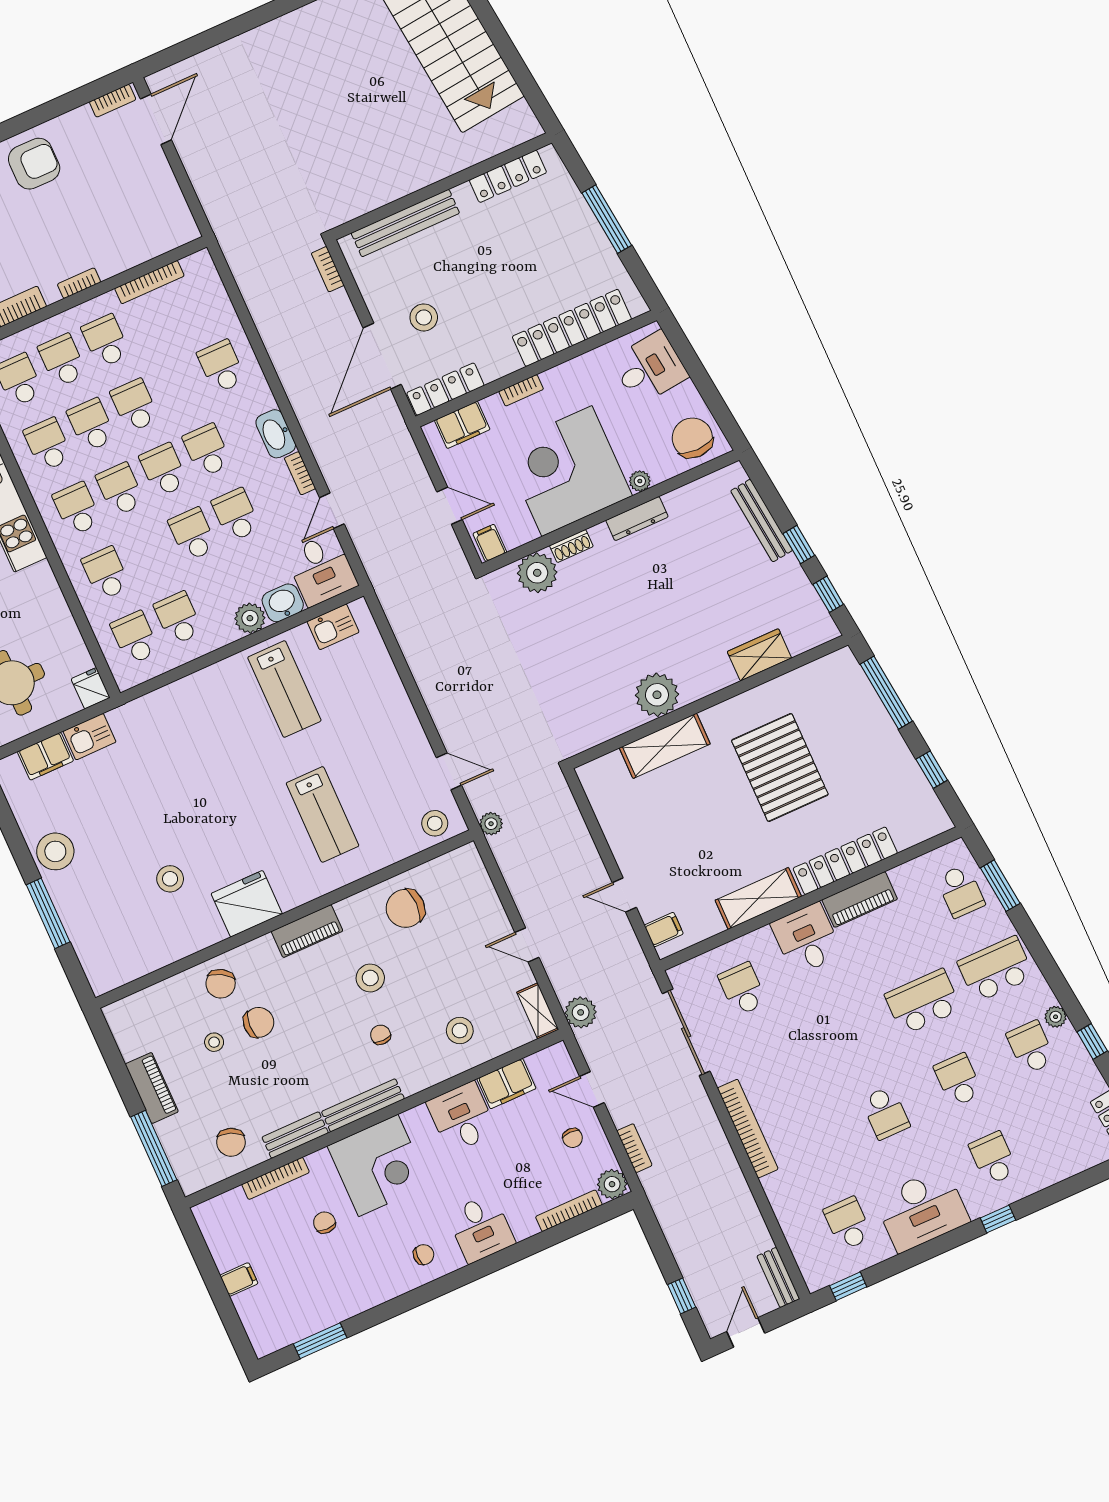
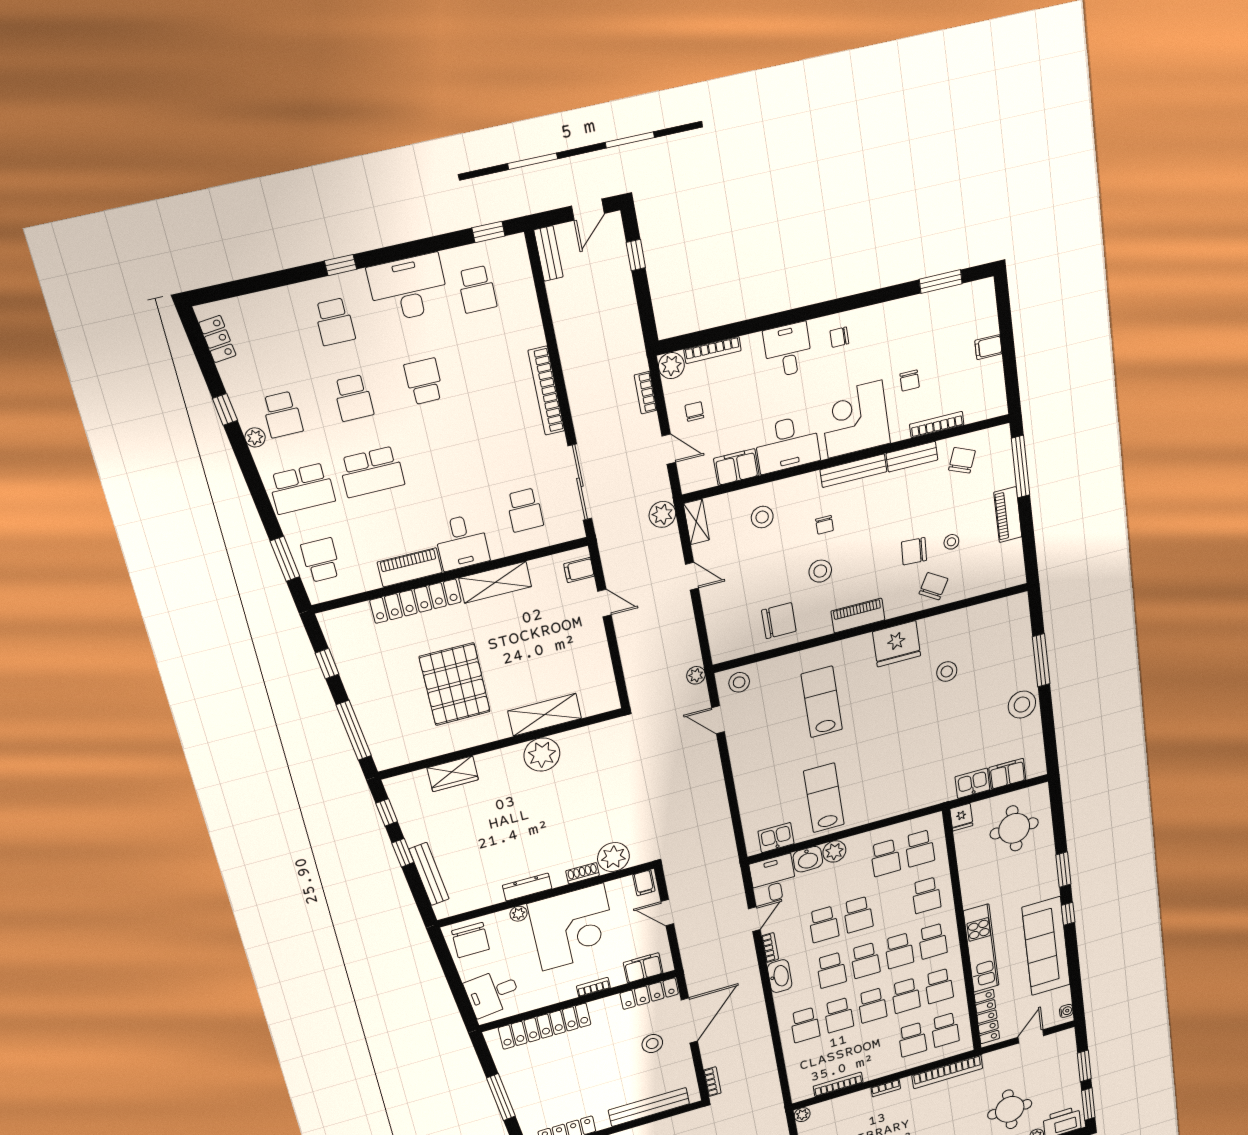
plant: (188, 231) -> (802, 1115), added
school desk: (106, 341) -> (839, 1015), moved
desk: (462, 1117) -> (787, 444), width x1.37

